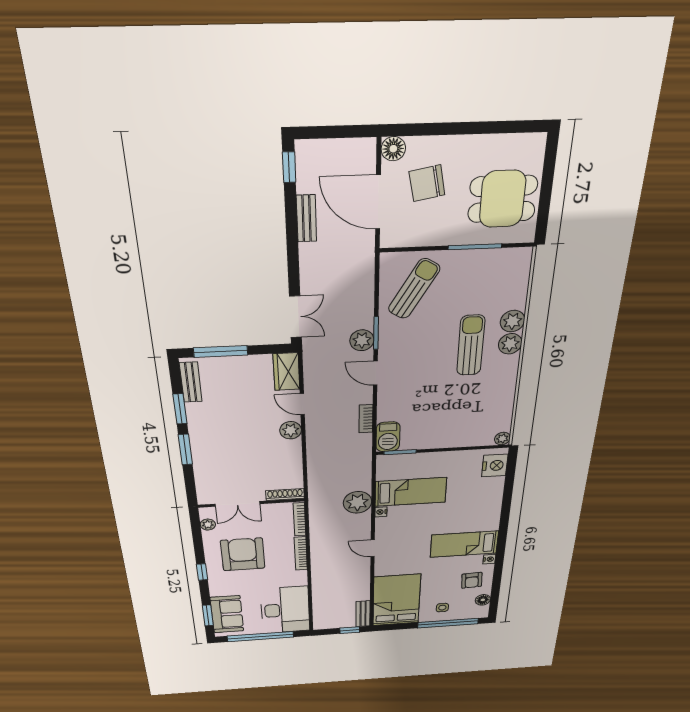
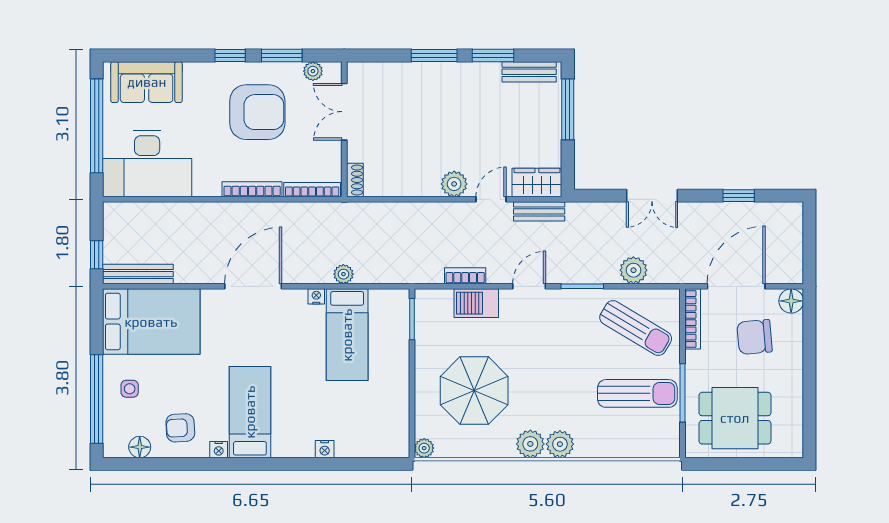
window: (289, 167) -> (739, 196), moved
chair: (427, 183) -> (755, 337), turned -84
dining table: (503, 199) -> (735, 418), turned 90
bench: (306, 218) -> (539, 211), moved
bookcase: (408, 240) -> (693, 319), added
double door: (295, 317) -> (652, 196), moved
plant: (513, 321) -> (530, 444), moved
plant: (362, 340) -> (633, 270), moved
sun lounger: (471, 345) -> (637, 393), moved
parasol: (460, 408) -> (474, 391), added
barbecue: (388, 437) -> (476, 303), moved
nightstand: (495, 466) -> (325, 449), moved, width x0.53, depth x0.56
shoe rack: (285, 495) -> (355, 180), width x0.70
plant: (357, 502) -> (343, 274), width x0.53, depth x0.53
door: (373, 548) -> (253, 286), width x1.88
bench: (363, 614) -> (138, 274), width x1.36
window: (208, 615) -> (282, 56), moved

